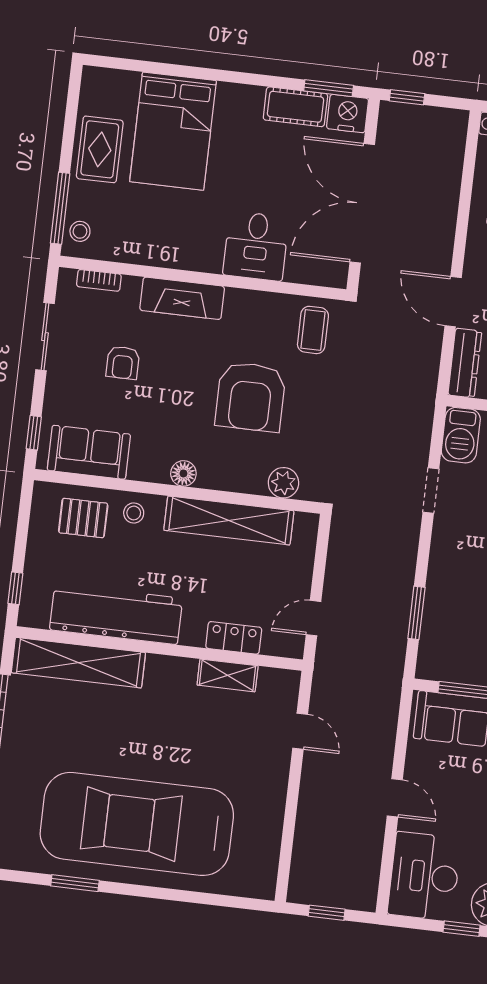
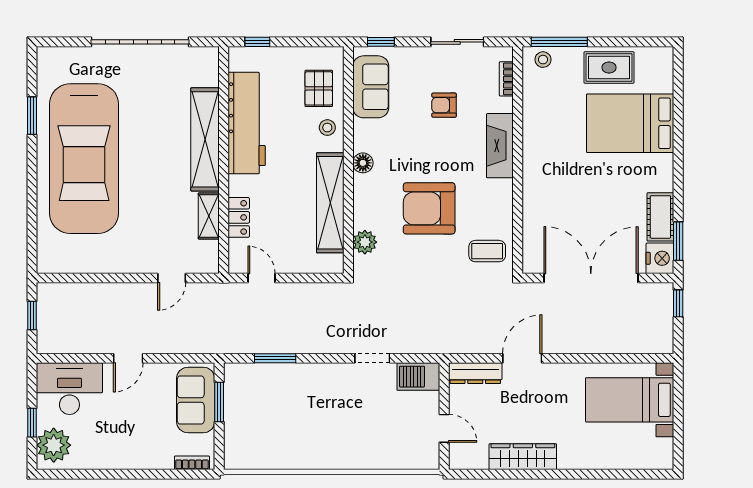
desk: (256, 246) -> (548, 199), removed
shelving: (78, 663) -> (205, 139), moved
car: (137, 824) -> (84, 159), turned 180

